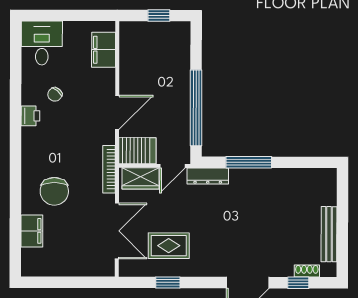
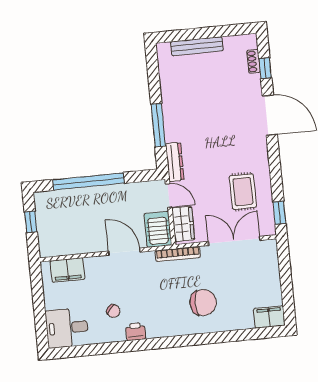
window: (196, 108) -> (88, 181), moved
filing cabinet: (32, 231) -> (269, 317), moved
bench: (329, 234) -> (197, 46), moved
window: (168, 282) -> (279, 213), moved

